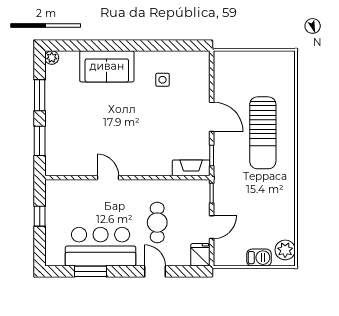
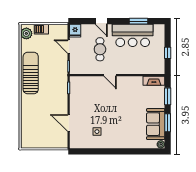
sofa: (107, 66) -> (156, 124), moved, turned -90
door: (212, 117) -> (69, 123), moved
sun lounger: (263, 133) -> (31, 73), moved
fireplace: (191, 168) -> (154, 81), moved
door: (108, 178) -> (110, 75), moved
door: (212, 227) -> (69, 47), hinge flipped

